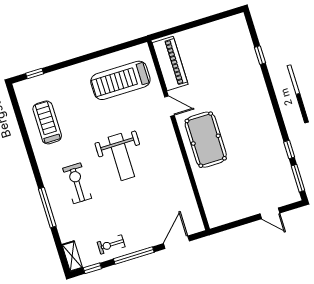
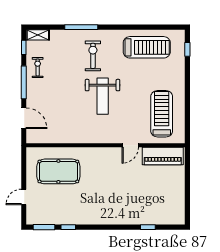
treadmill: (47, 122) -> (147, 47), width x1.37, depth x1.38
pool table: (206, 140) -> (58, 171), moved
weight bench: (121, 157) -> (103, 96), turned -90
exercise bike: (77, 183) -> (93, 56), turned -90

